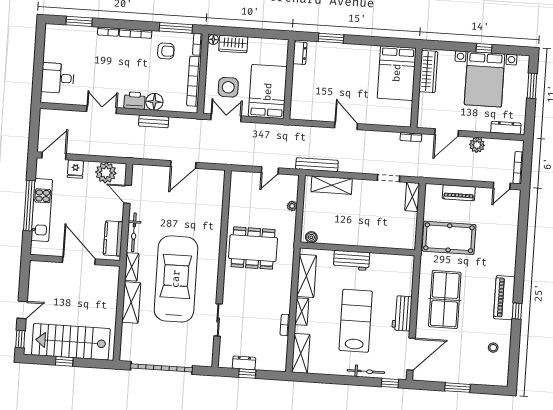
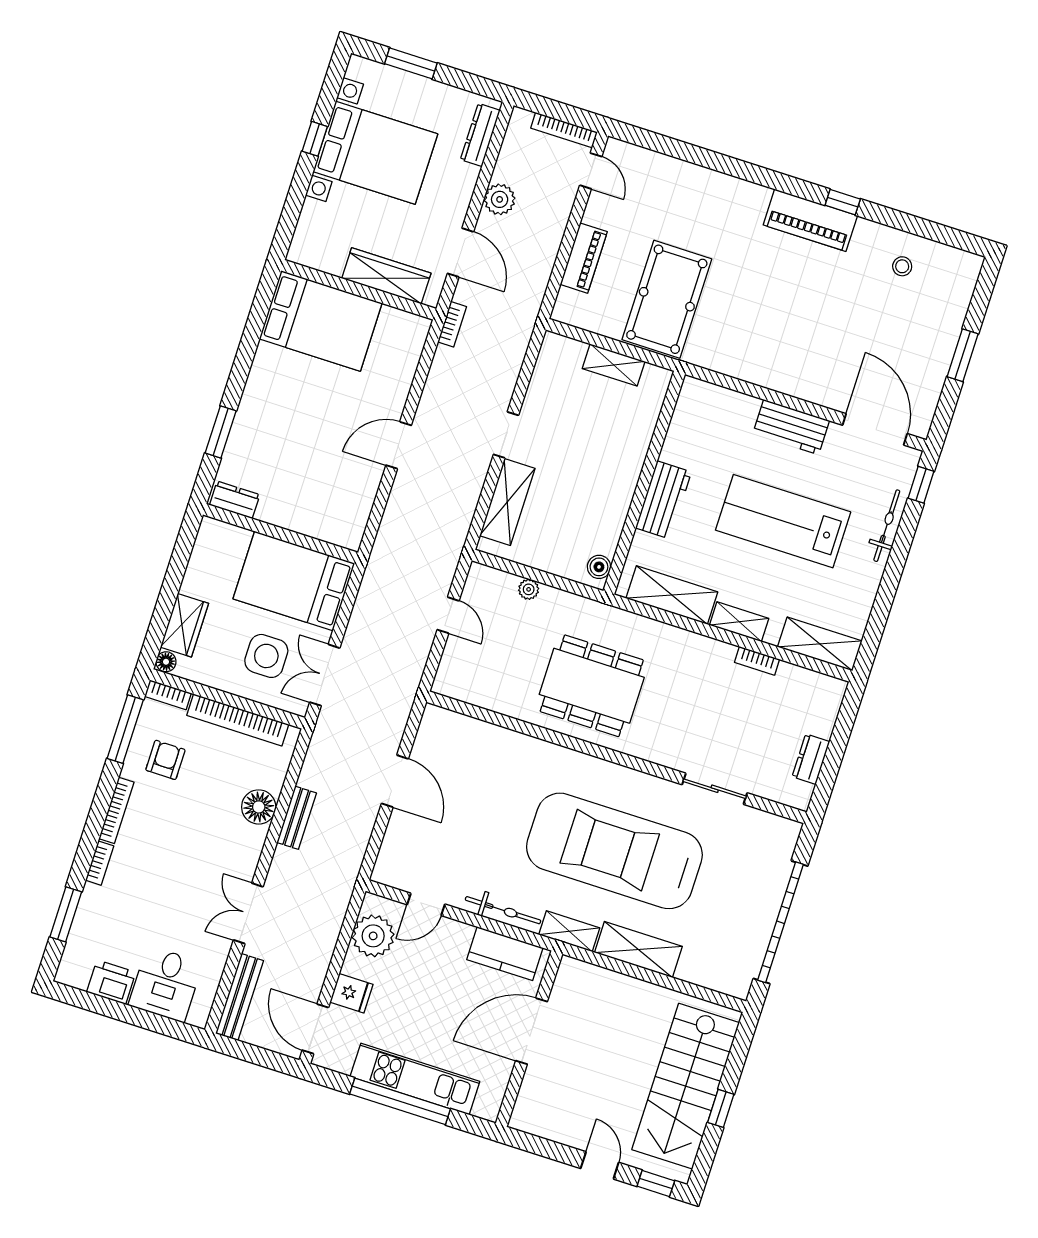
wardrobe: (428, 72) -> (386, 276), moved
printer: (135, 100) -> (111, 982), moved, turned 90
bench: (317, 165) -> (240, 997), moved
doorway: (388, 178) -> (506, 435), moved
shelving: (412, 197) -> (614, 365), moved
dining table: (253, 248) -> (592, 686), turned 90
table tennis table: (445, 299) -> (785, 337), removed
window: (247, 374) -> (833, 758), removed

